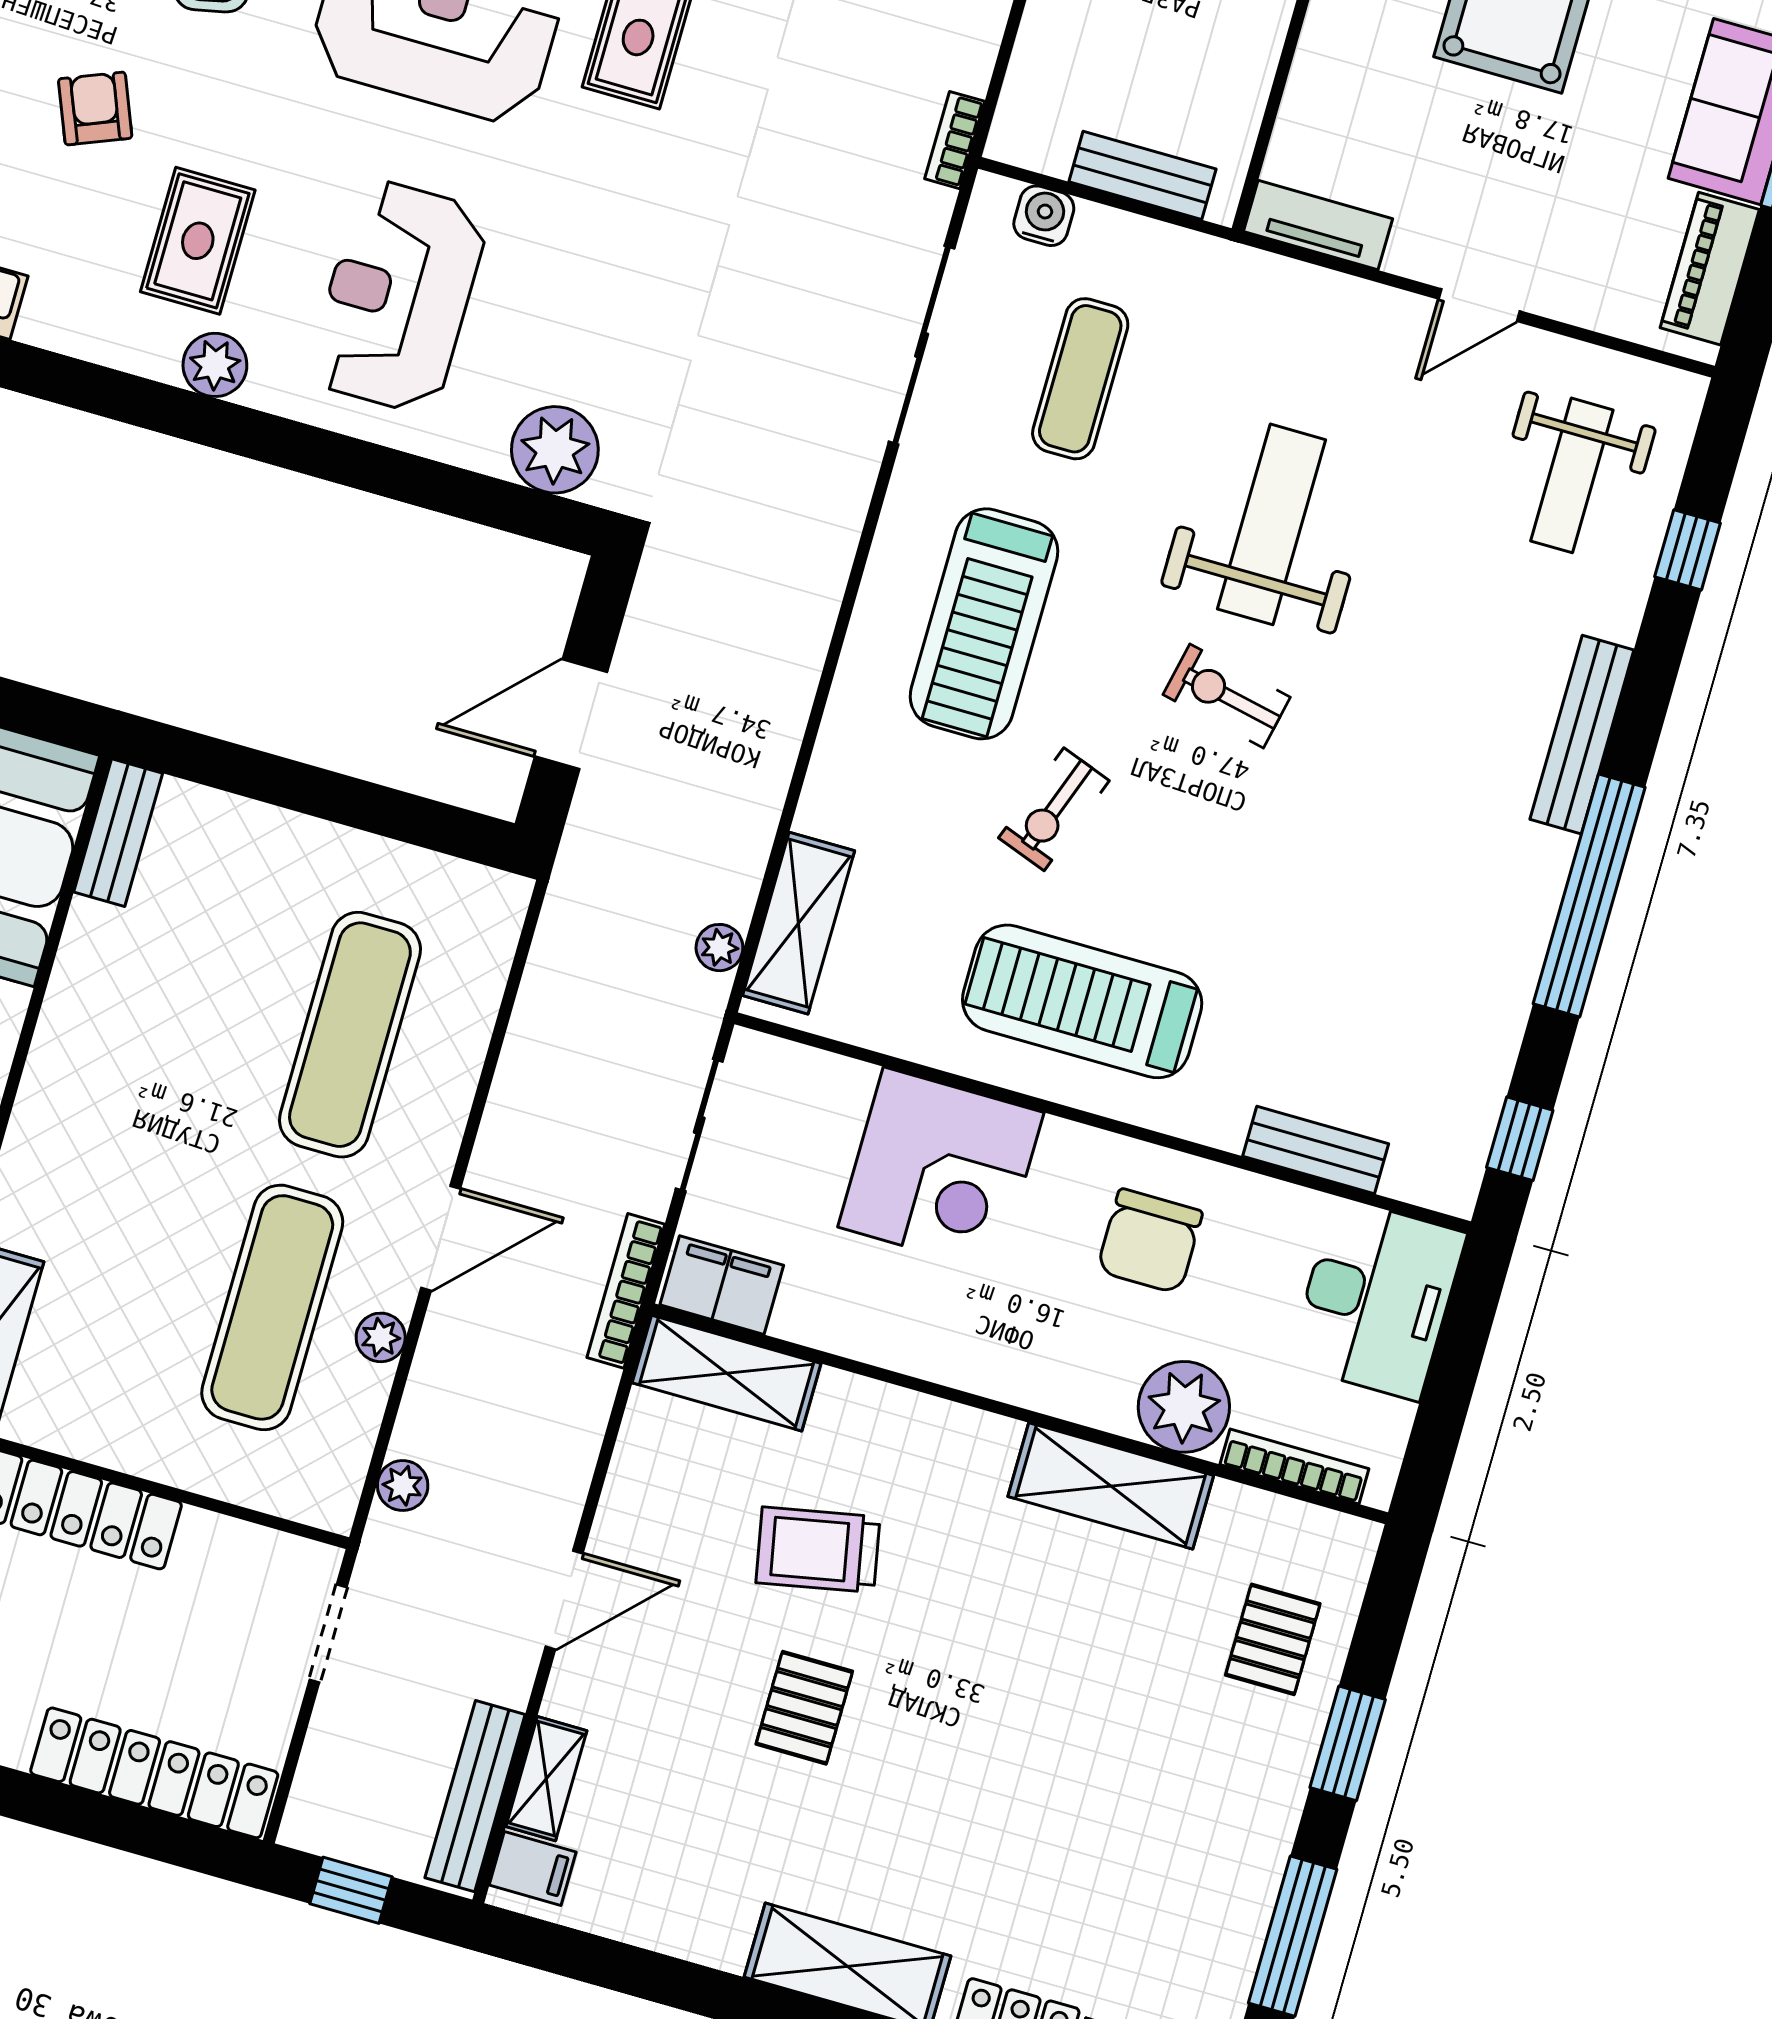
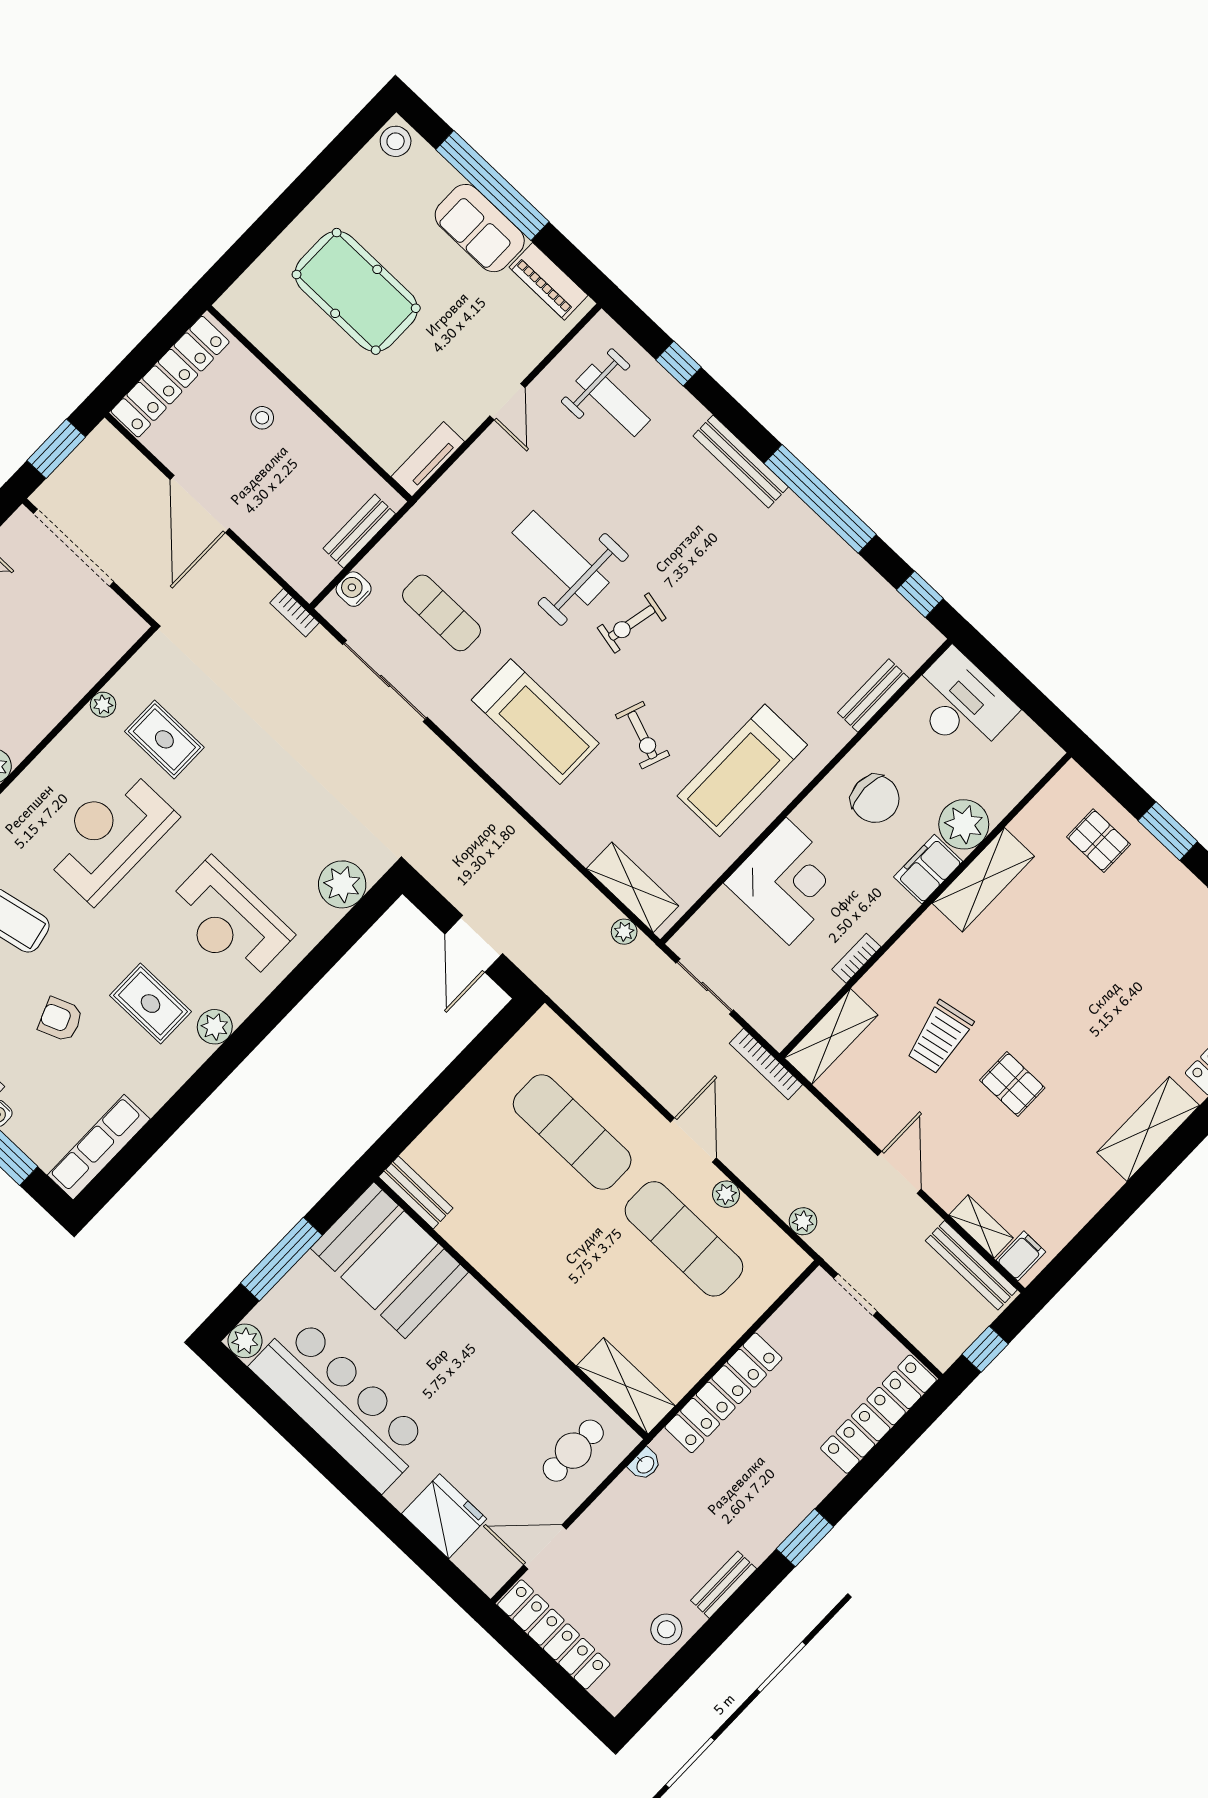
filing cabinet: (722, 1285) -> (928, 869), moved
bookcase: (1294, 1467) -> (856, 958), moved, width x0.64

